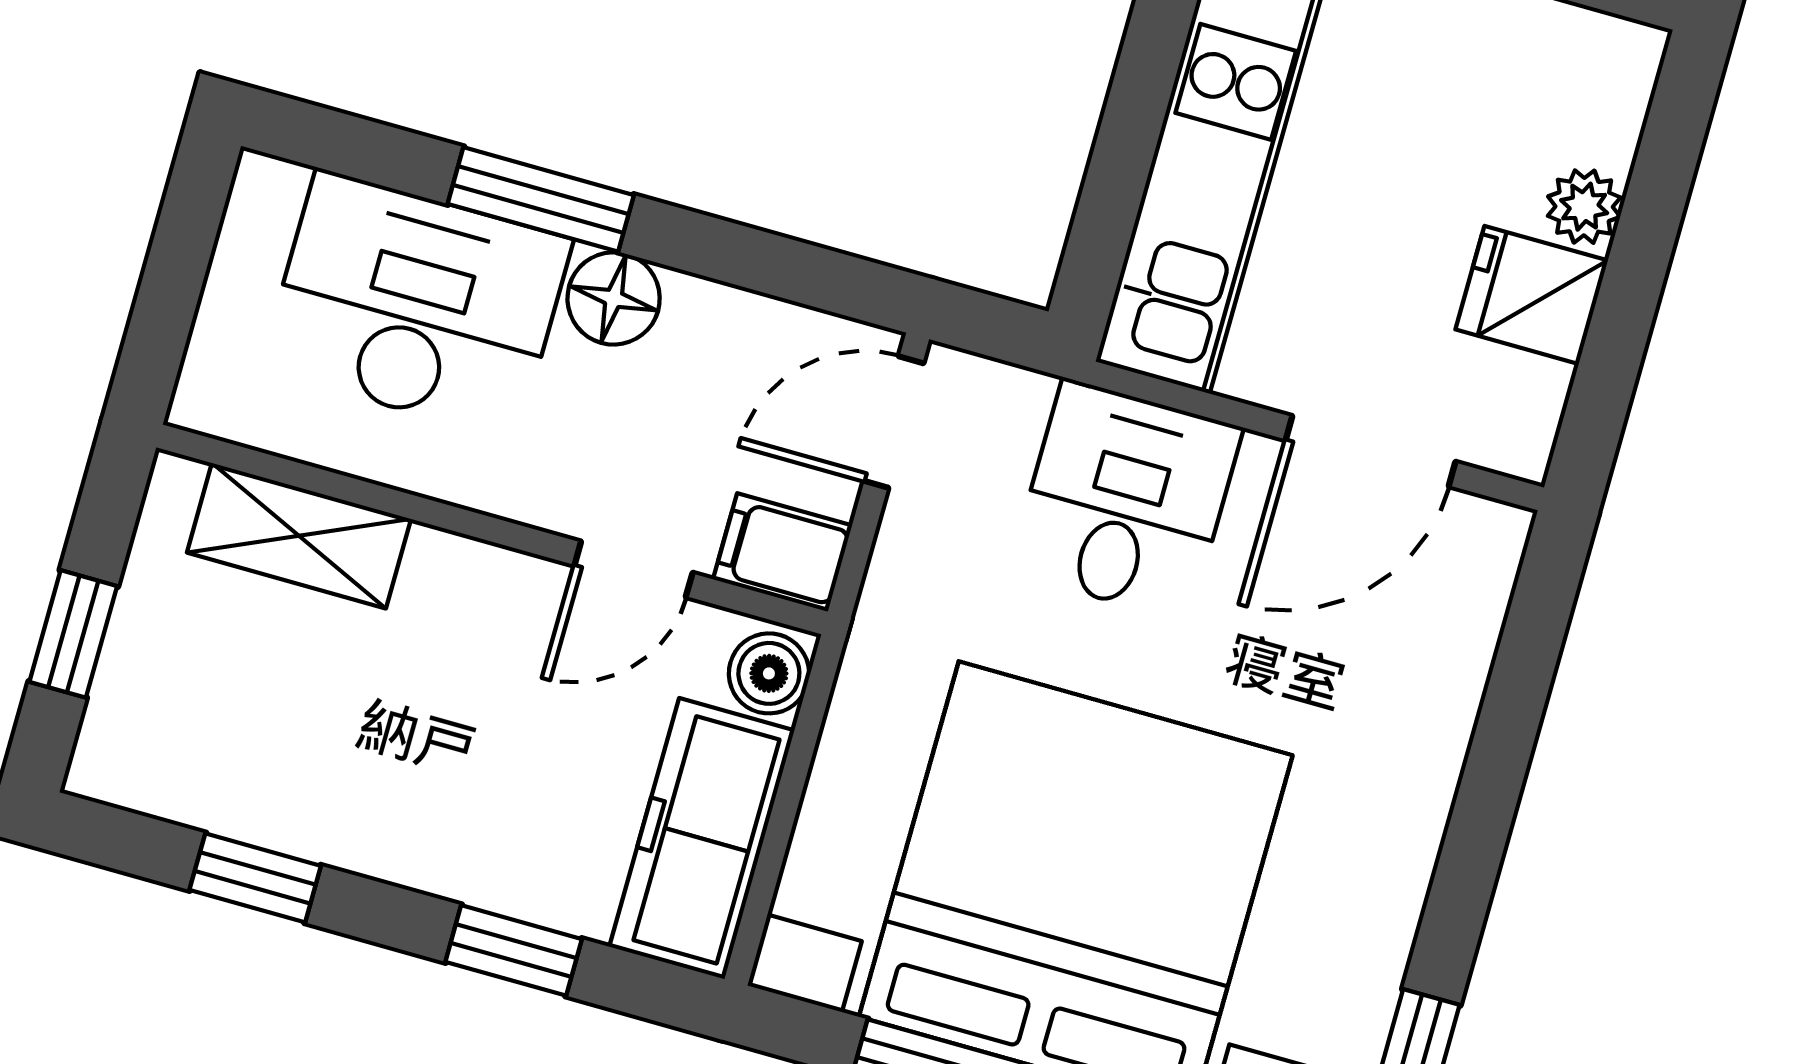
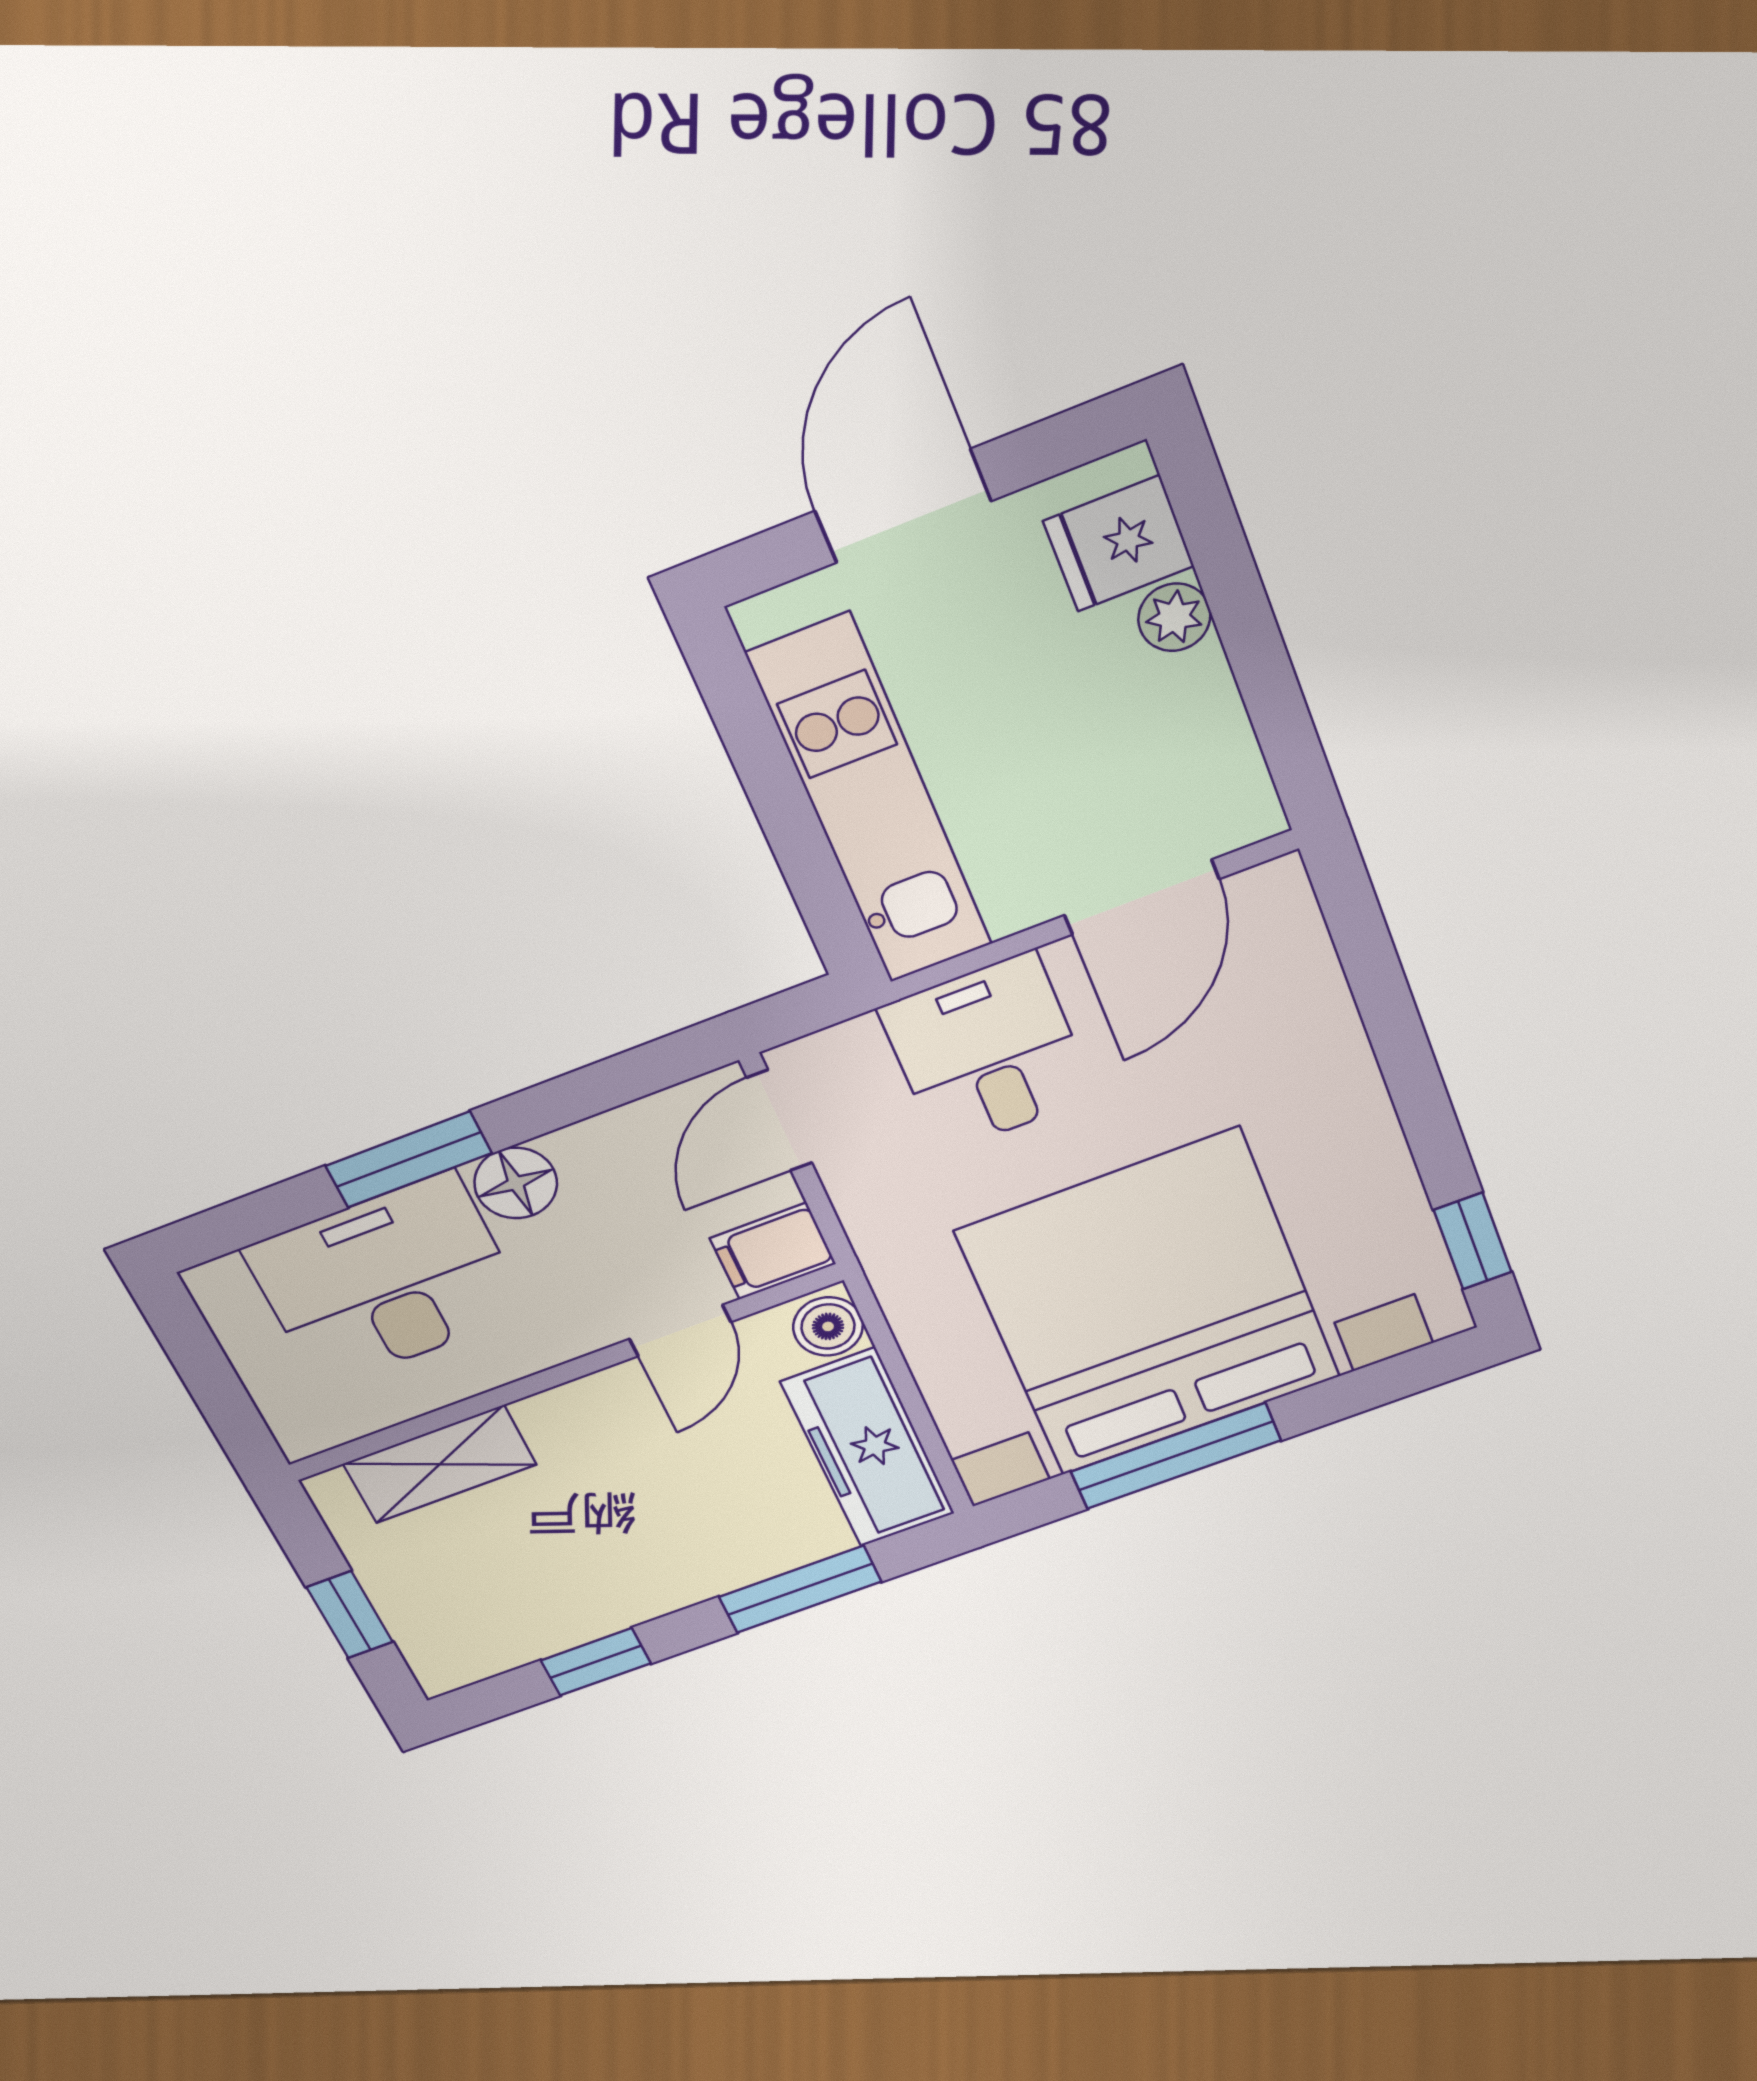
fridge: (1532, 295) -> (1119, 544), moved
window: (514, 950) -> (800, 1589), width x1.50

